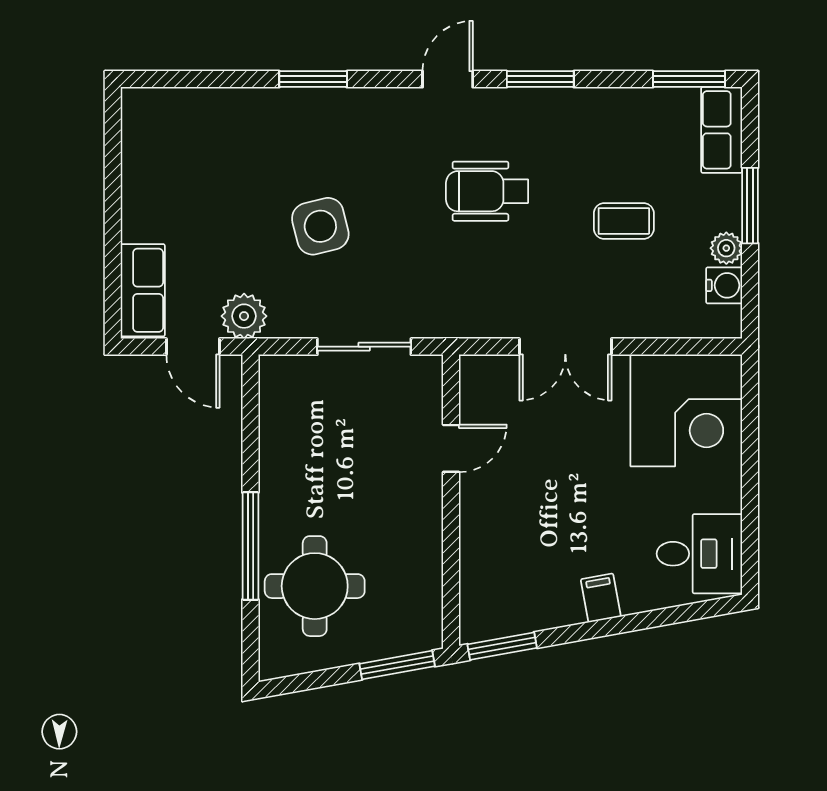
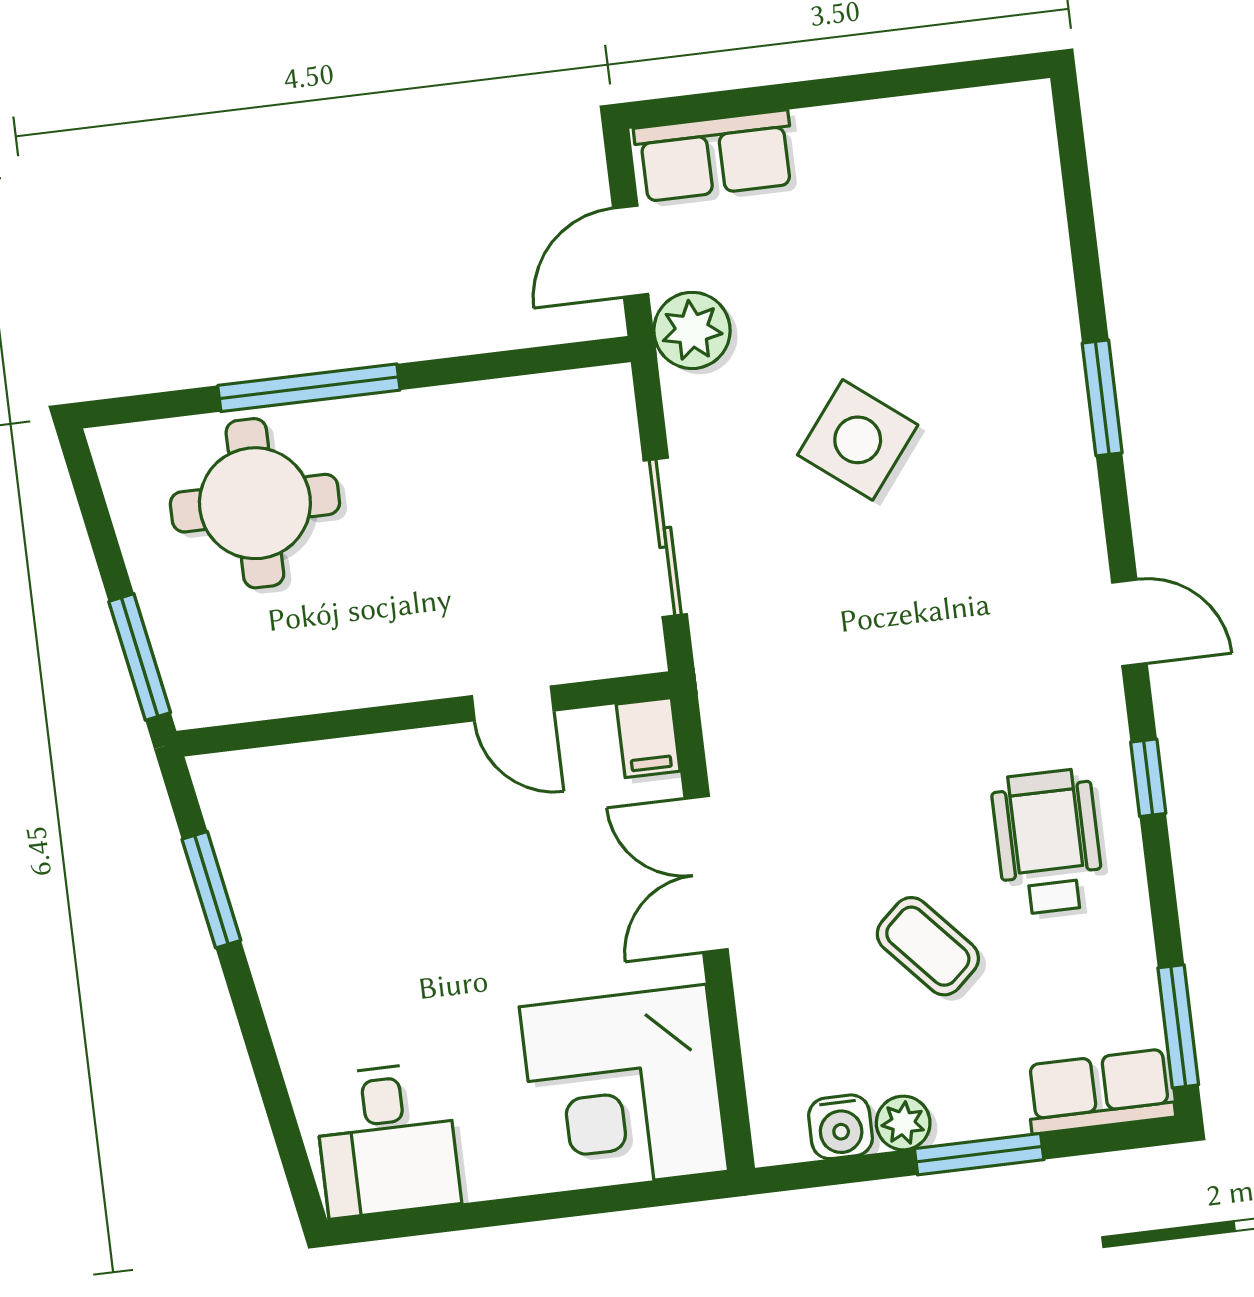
window: (540, 79) -> (1148, 778), width x0.67
wheelchair: (487, 191) -> (1048, 842), moved
coffee table: (624, 221) -> (928, 946), turned -42
side table: (320, 226) -> (858, 440), turned -38
filing cabinet: (601, 598) -> (648, 738), moved, turned 100
window: (502, 646) -> (211, 890), moved

